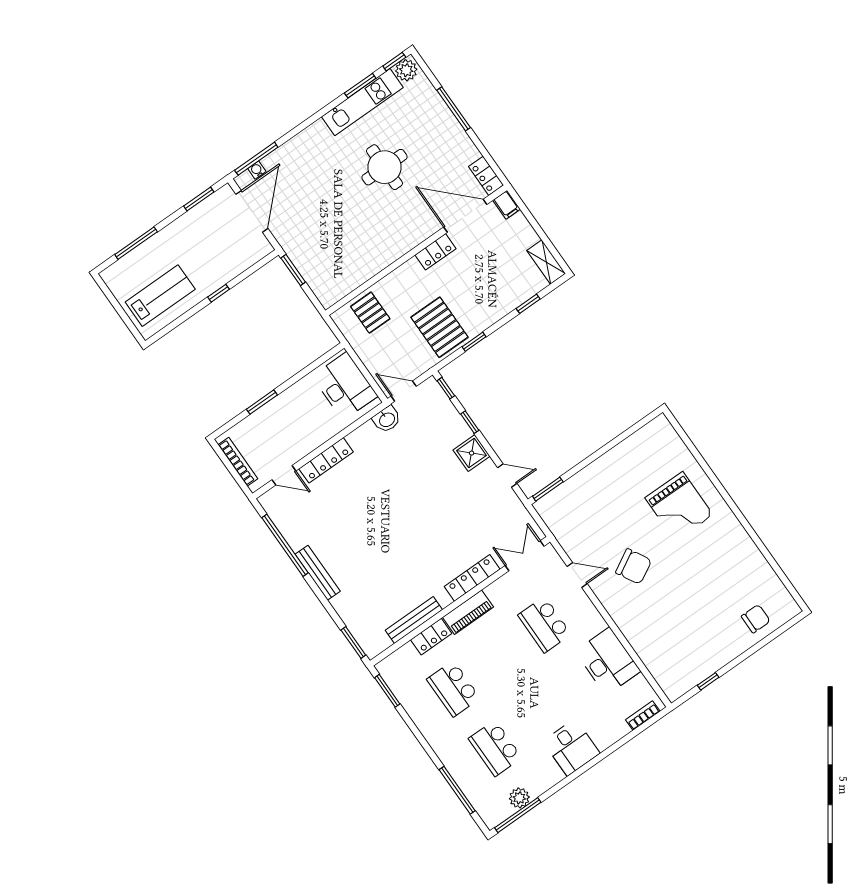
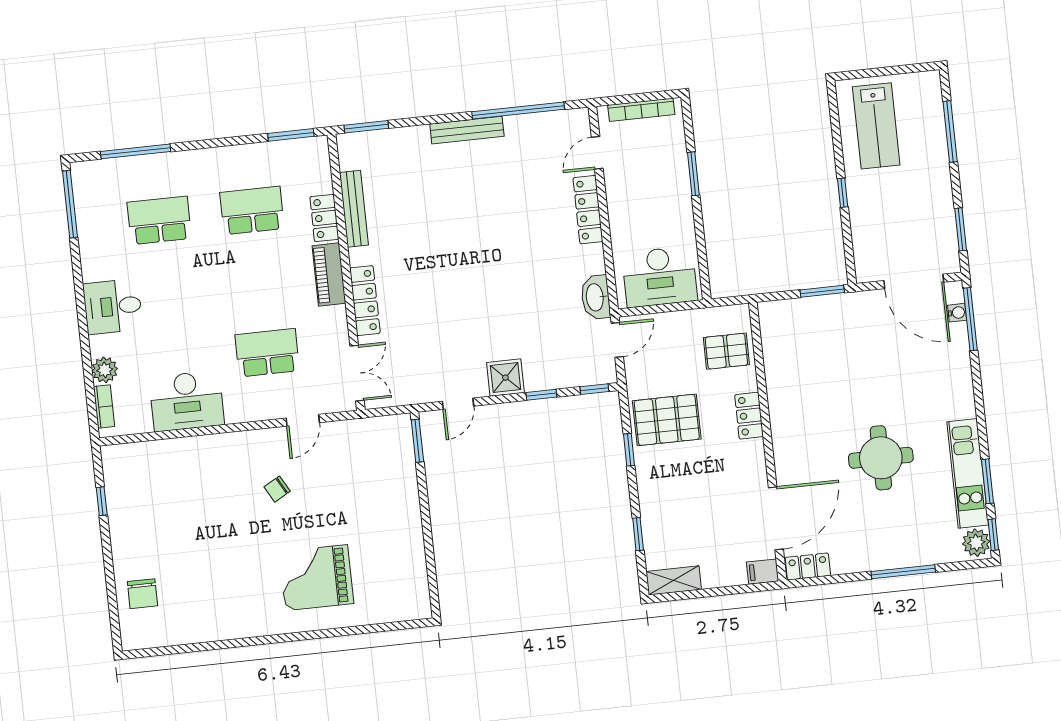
locker: (435, 252) -> (749, 416), moved
washbasin: (387, 419) -> (596, 297), width x1.38
chair: (634, 566) -> (277, 489), width x0.54, depth x0.54
plant: (519, 798) -> (105, 370), moved

